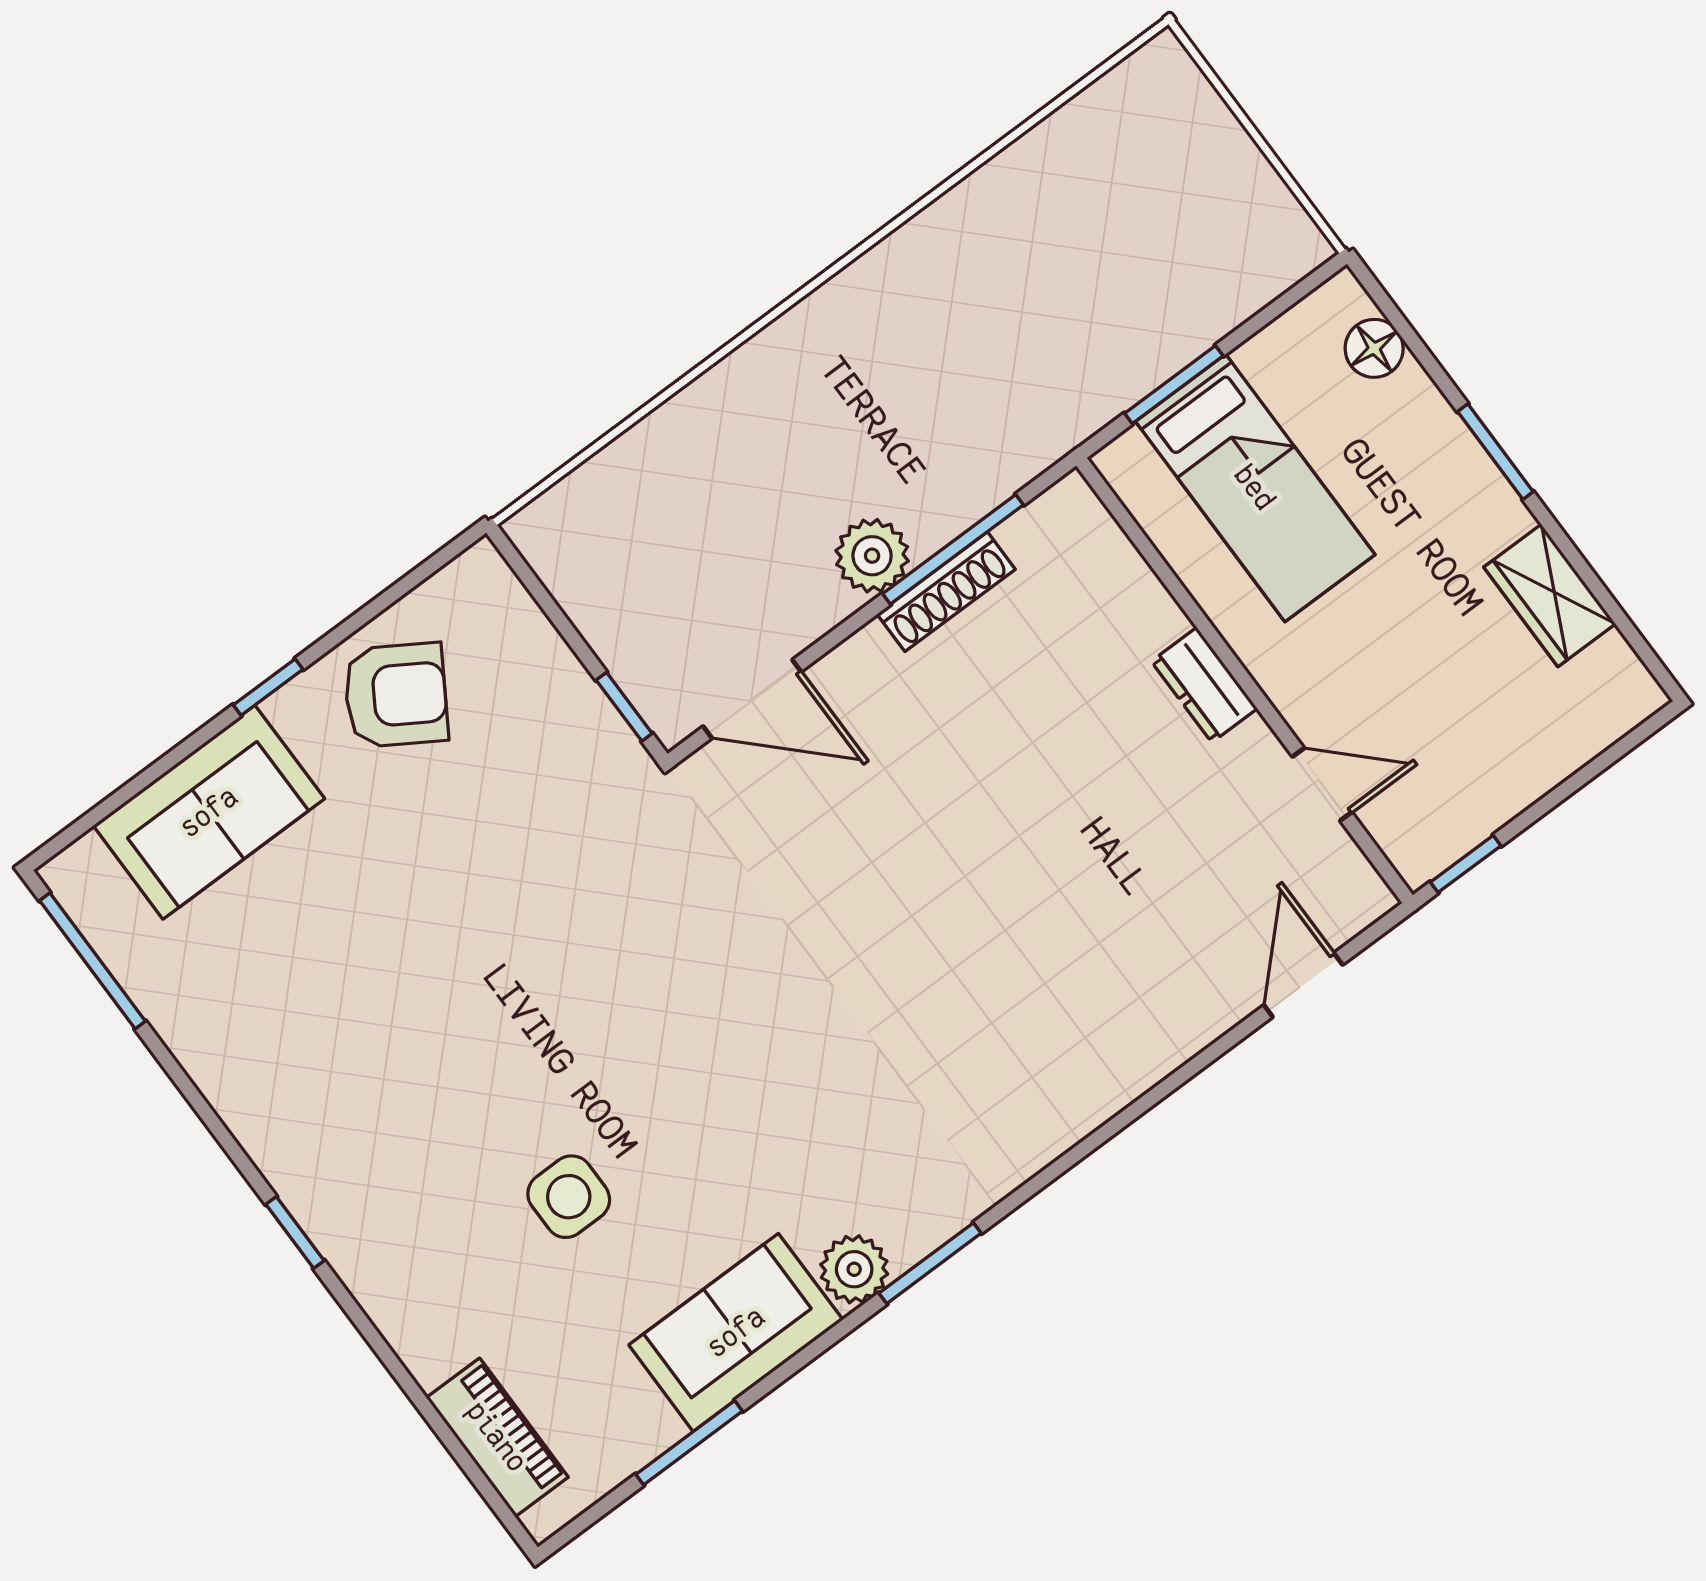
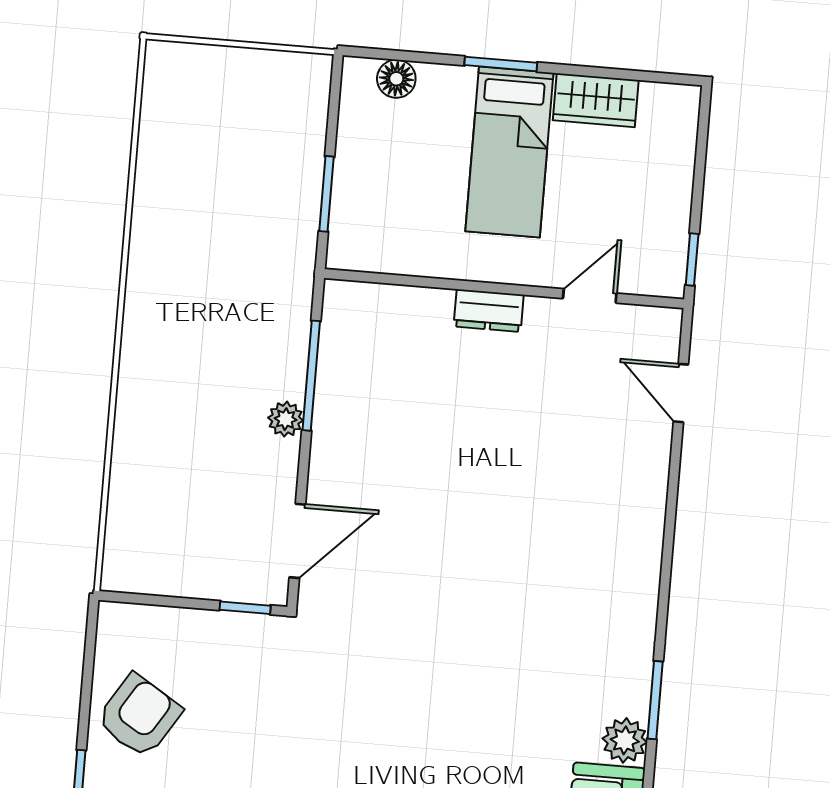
bed: (1255, 488) -> (509, 152), moved, turned 90
plant: (872, 556) -> (286, 419), width x0.73, depth x0.73
shoe rack: (946, 592) -> (329, 398), removed

